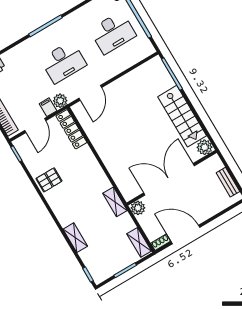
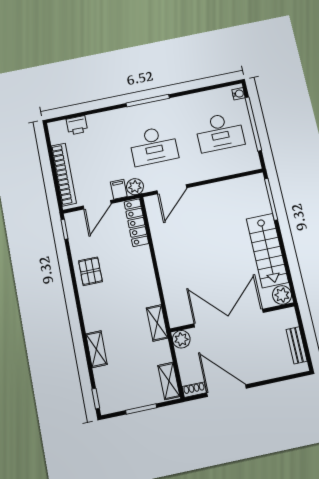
pallet: (49, 180) -> (90, 271), turned 90

